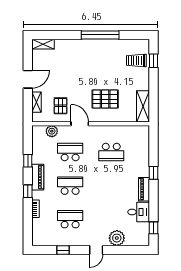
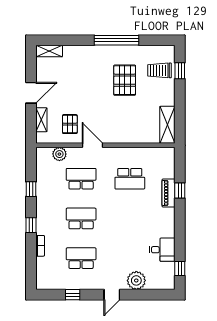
pallet: (105, 99) -> (125, 80), moved, turned 90
window: (154, 173) -> (180, 191), moved
piano: (38, 177) -> (43, 208), removed
piano: (144, 189) -> (169, 193), moved

